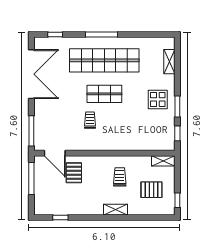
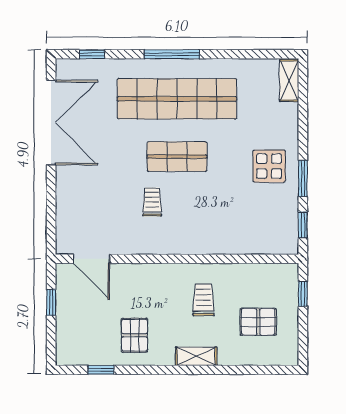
shelving: (169, 62) -> (289, 80), moved
window: (31, 131) -> (51, 220), removed
shelving: (163, 161) -> (279, 272), removed
pallet: (74, 173) -> (135, 335), moved
window: (31, 178) -> (51, 302), width x0.46
window: (177, 200) -> (303, 294), moved

